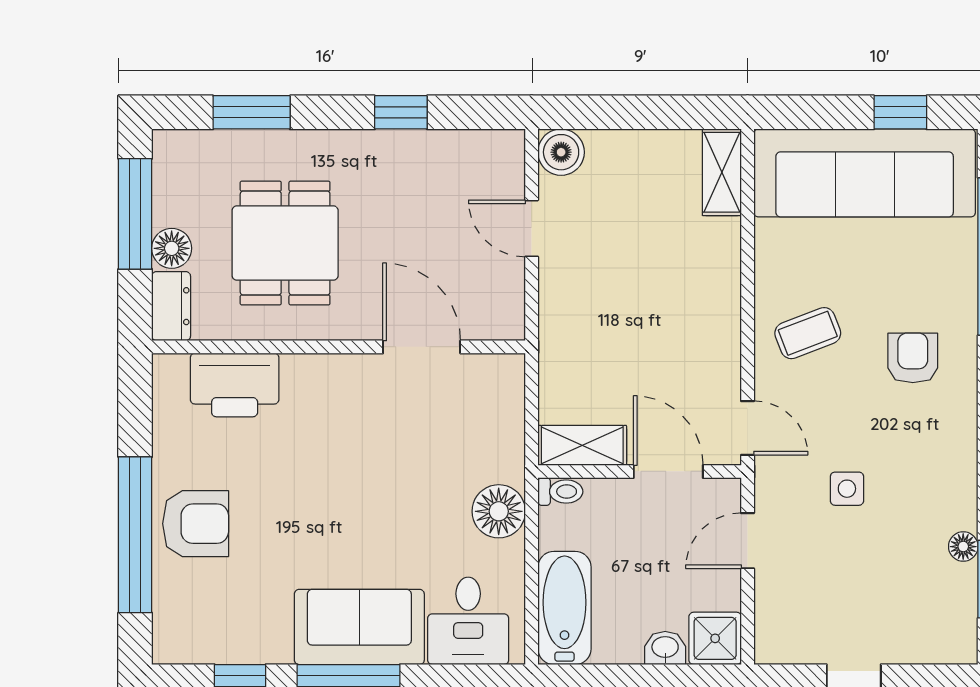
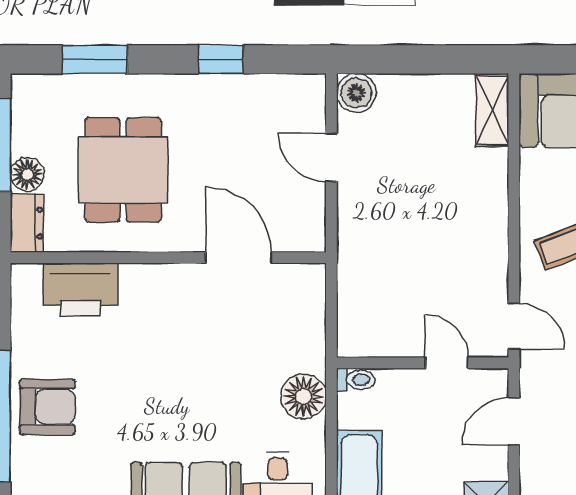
shelving: (582, 445) -> (374, 341), removed
door: (668, 471) -> (447, 363), width x0.73

